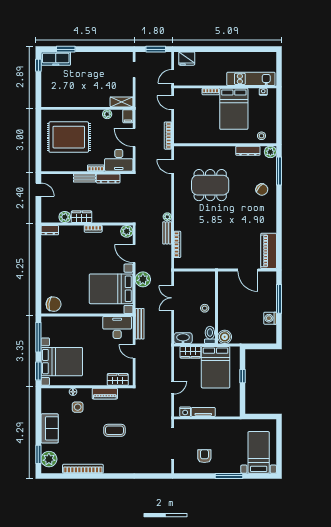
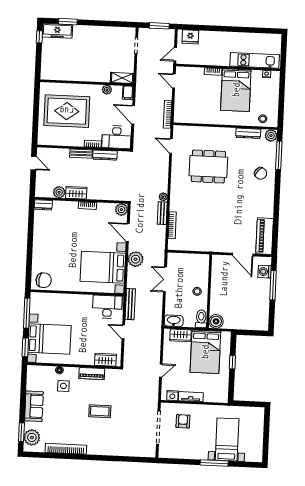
washing machine: (270, 318) -> (265, 272), moved
bed with nightstands: (259, 452) -> (227, 439), moved
armchair: (204, 456) -> (183, 421), moved

